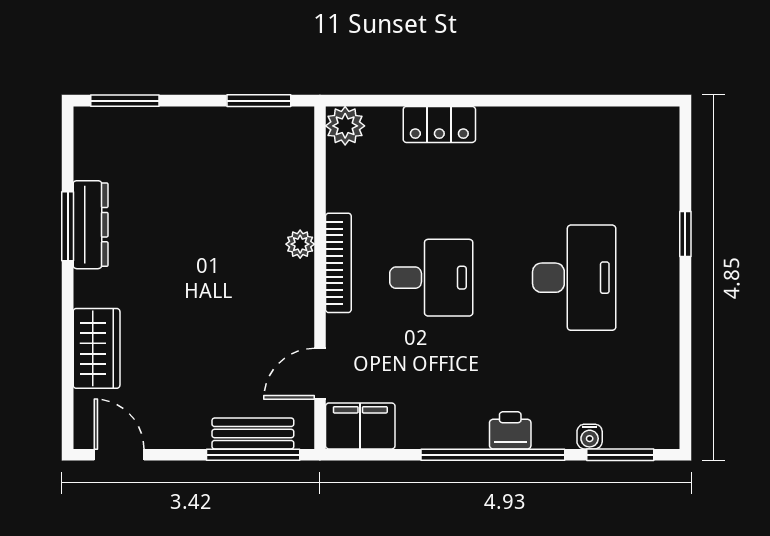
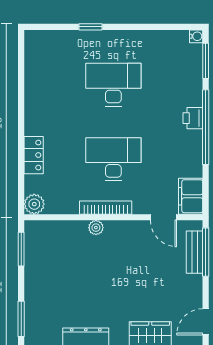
desk: (431, 278) -> (113, 159), width x1.37
water cooler: (590, 437) -> (196, 36), moved

